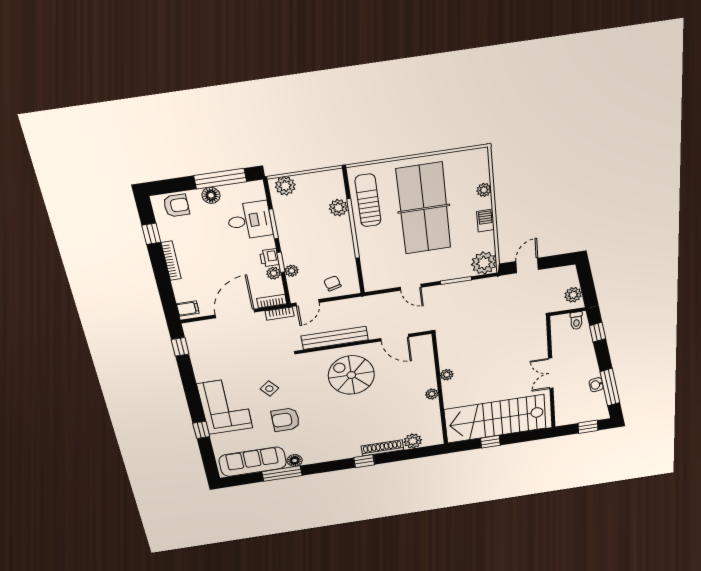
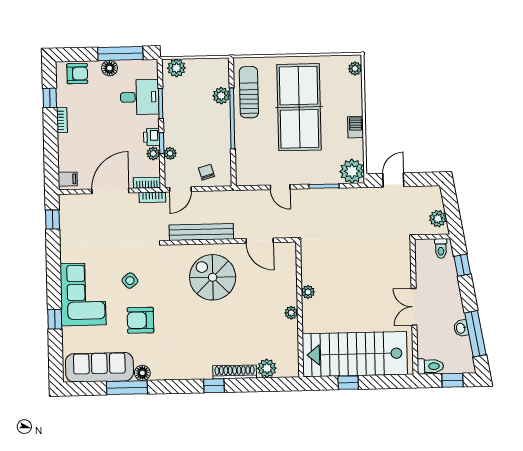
plant: (484, 190) -> (355, 68), moved
bookcase: (171, 261) -> (62, 120), width x0.64
toilet: (567, 419) -> (430, 366), added

